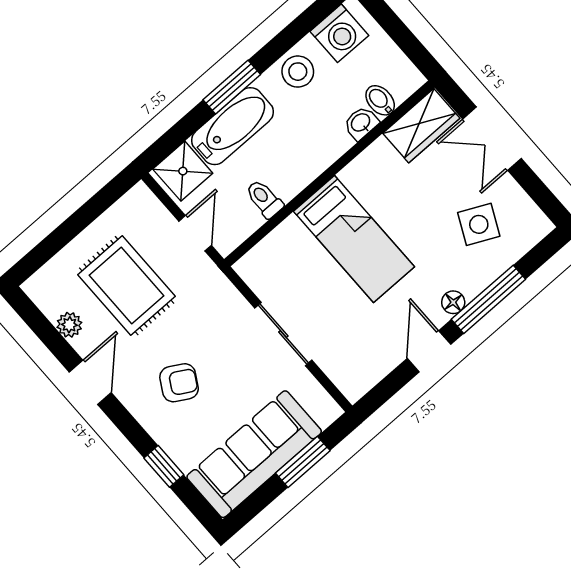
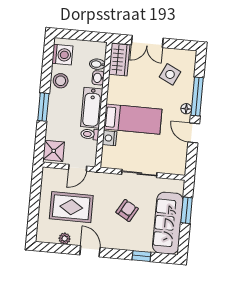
bathtub: (233, 126) -> (92, 108), moved, turned 180
door: (195, 233) -> (78, 168), swing flipped
nightstand: (289, 234) -> (110, 138), added
armchair: (179, 383) -> (127, 210), moved

